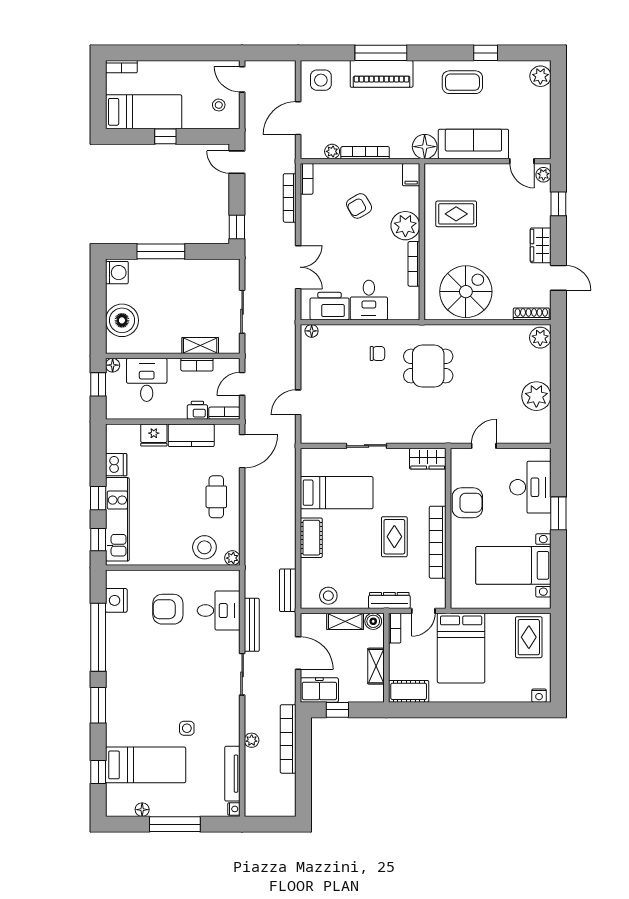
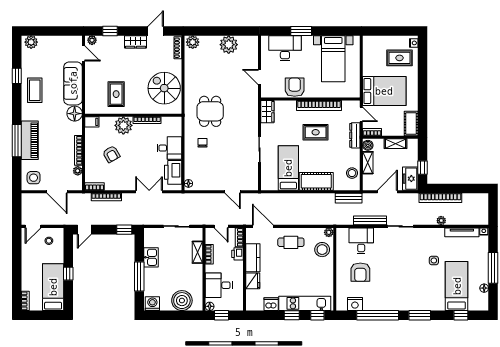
door: (522, 161) -> (84, 53), hinge flipped
kitchen sink: (192, 270) -> (151, 257), added
cot: (311, 538) -> (316, 181), width x1.37, depth x1.34
rug: (529, 637) -> (399, 58), moved

